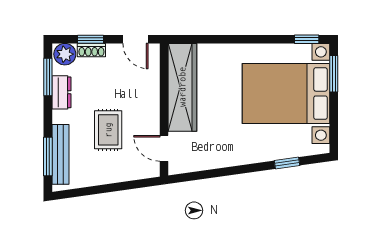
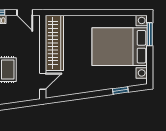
window: (307, 39) -> (133, 12), removed
door: (164, 148) -> (43, 81), swing flipped

